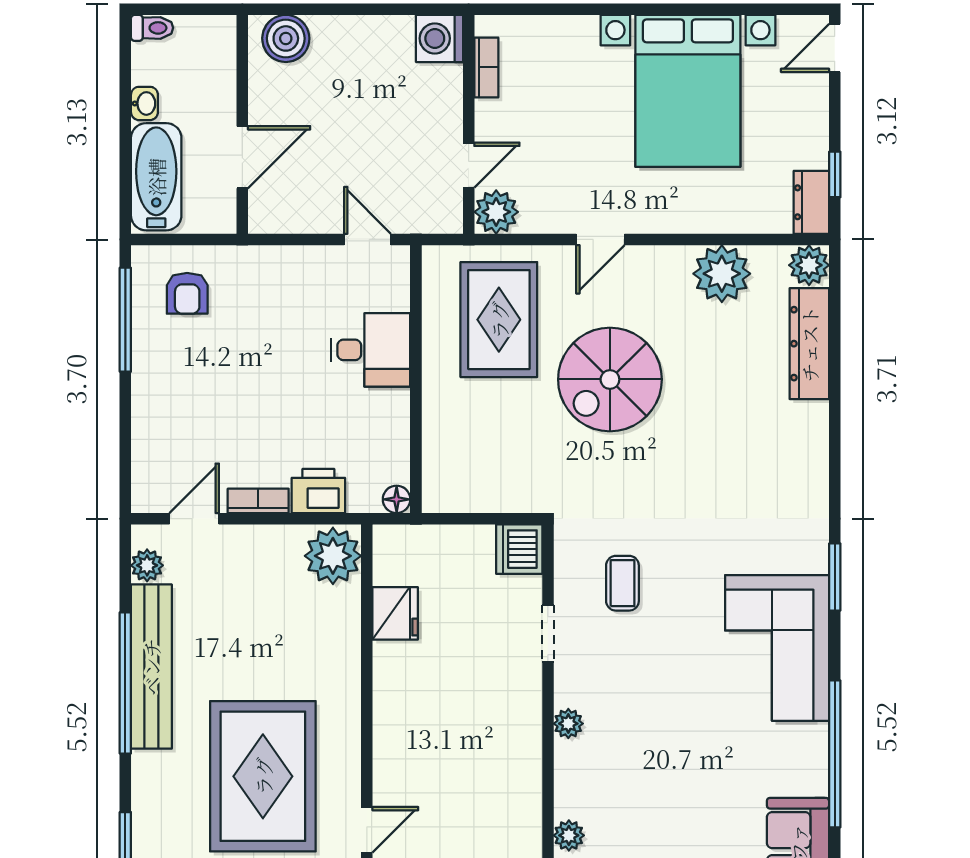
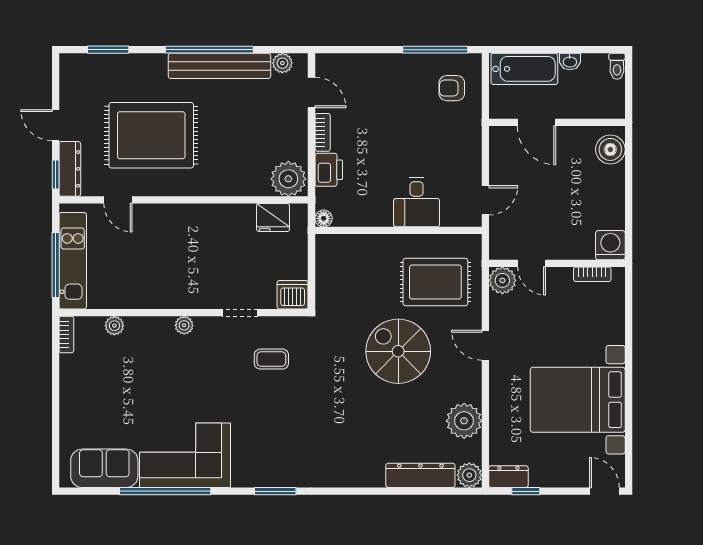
fridge: (395, 613) -> (273, 218), moved
corner sofa: (777, 648) -> (185, 455), moved

